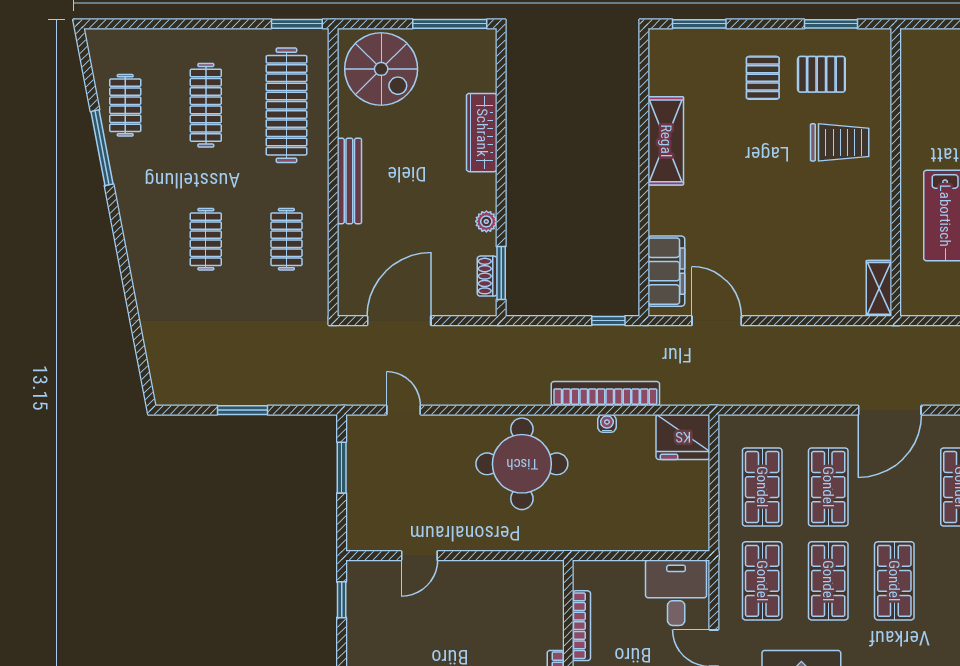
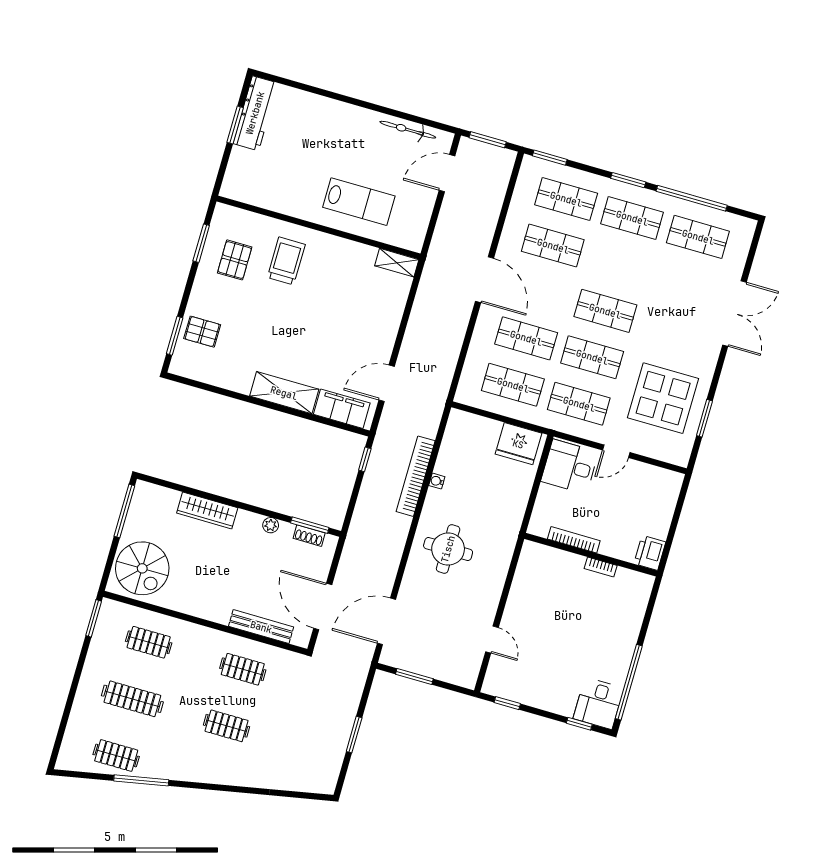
spiral stairs: (381, 69) -> (142, 568), turned 90
pallet: (763, 78) -> (202, 332), moved
clothes rail: (286, 105) -> (149, 642), width x0.54, depth x0.76
shelving: (666, 141) -> (284, 393), moved
bench: (349, 181) -> (261, 627), moved
door: (404, 410) -> (386, 621), width x1.88
fridge: (683, 437) -> (518, 444), moved, turned 90
round table: (522, 464) -> (448, 549), width x0.73, depth x0.73

